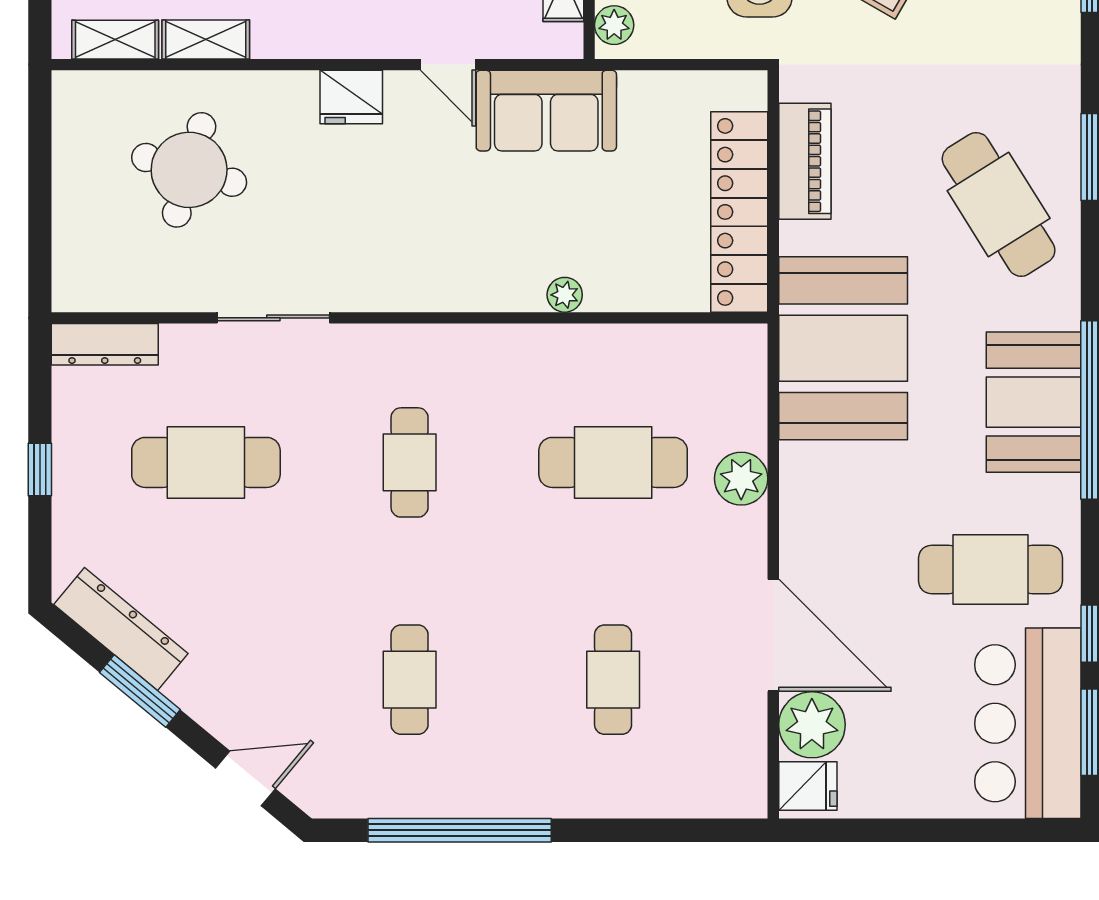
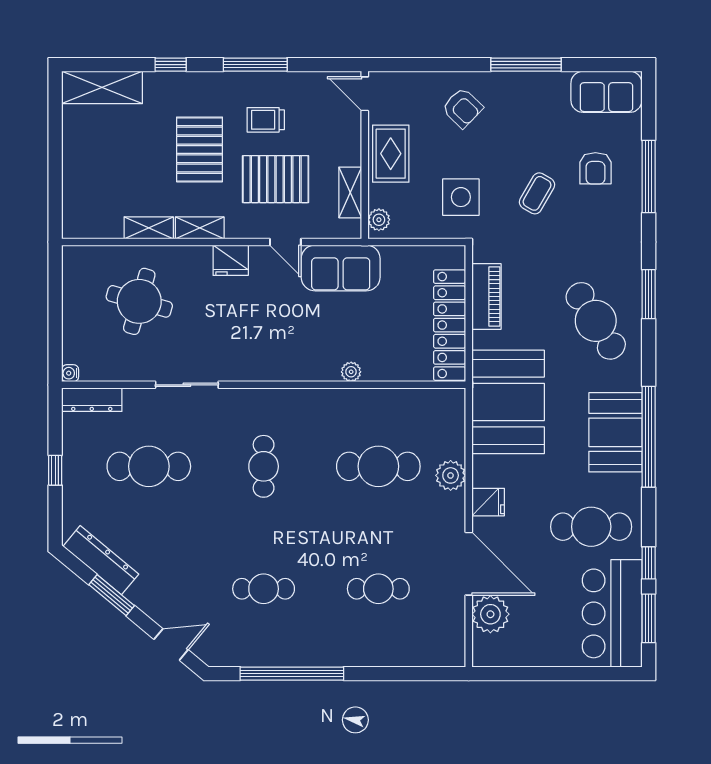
shelving: (115, 40) -> (200, 228), moved
water cooler: (66, 297) -> (70, 373), added
cafe table: (410, 680) -> (264, 589), turned 90
cafe table: (613, 680) -> (378, 589), turned 90
fridge: (808, 786) -> (488, 502), moved

